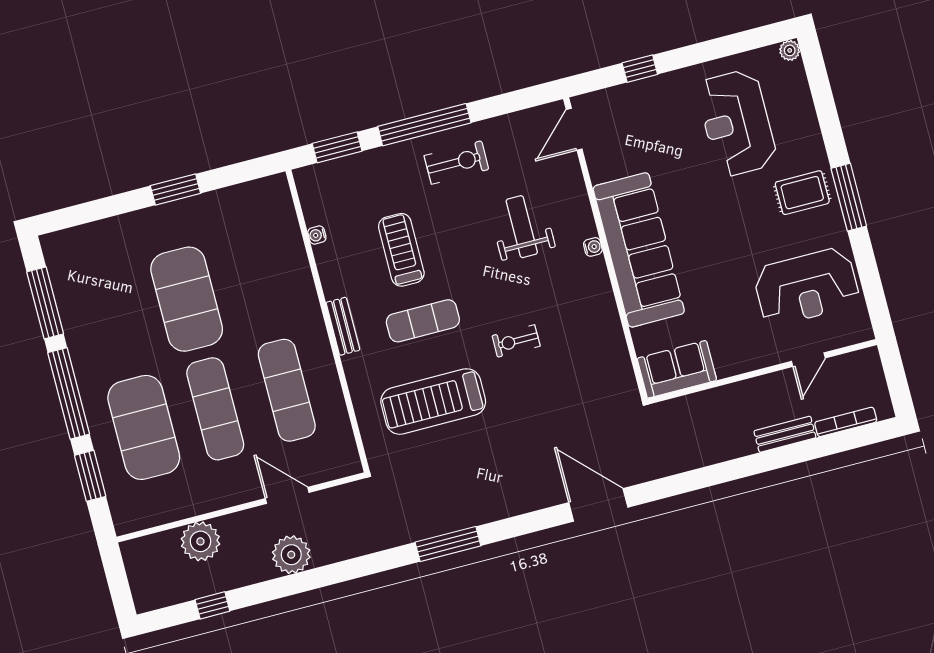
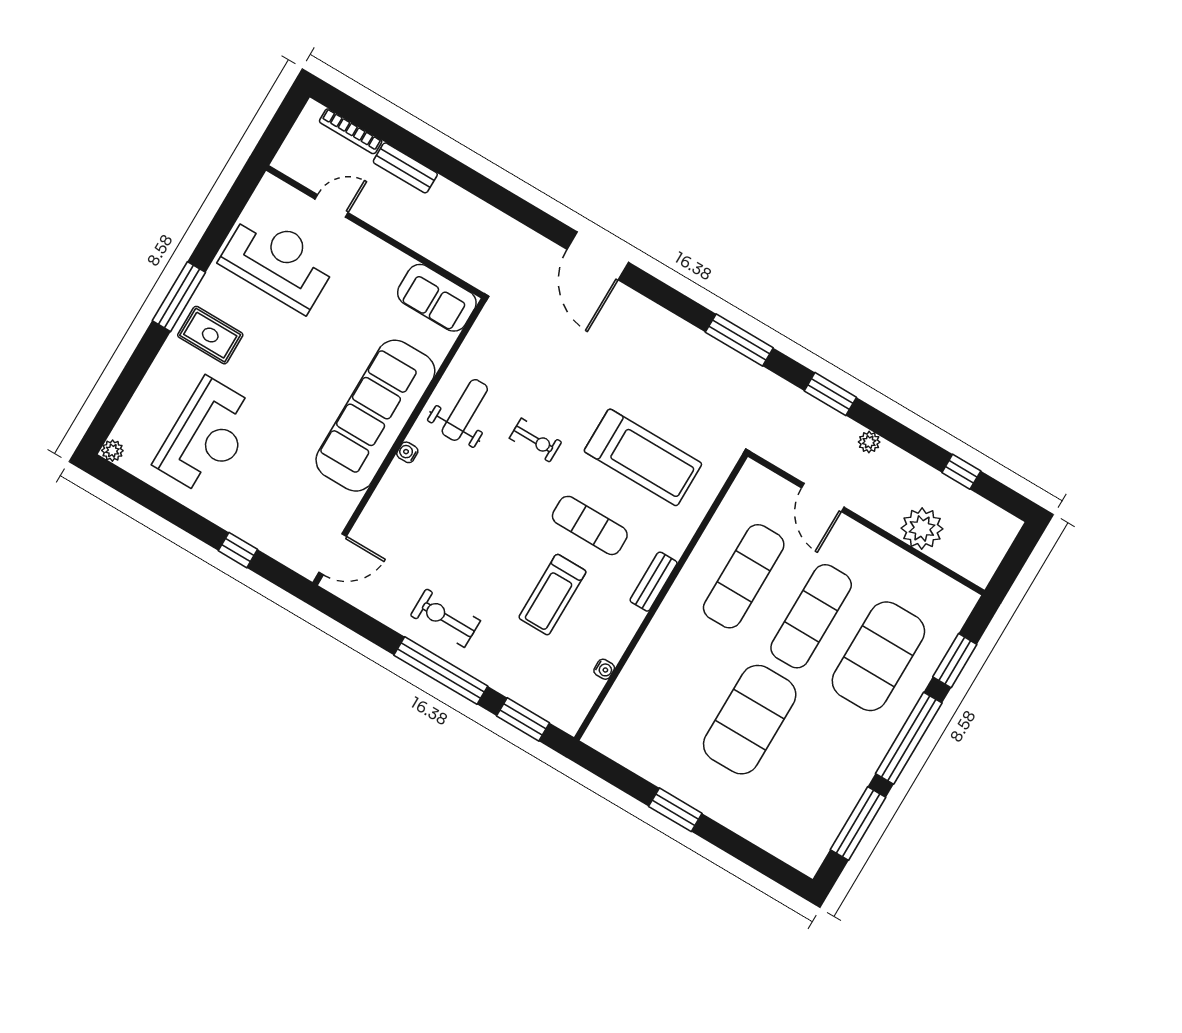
weight bench: (522, 227) -> (465, 410), moved, turned 180
plant: (291, 555) -> (869, 442), width x0.53, depth x0.53
window: (351, 569) -> (830, 394), added

